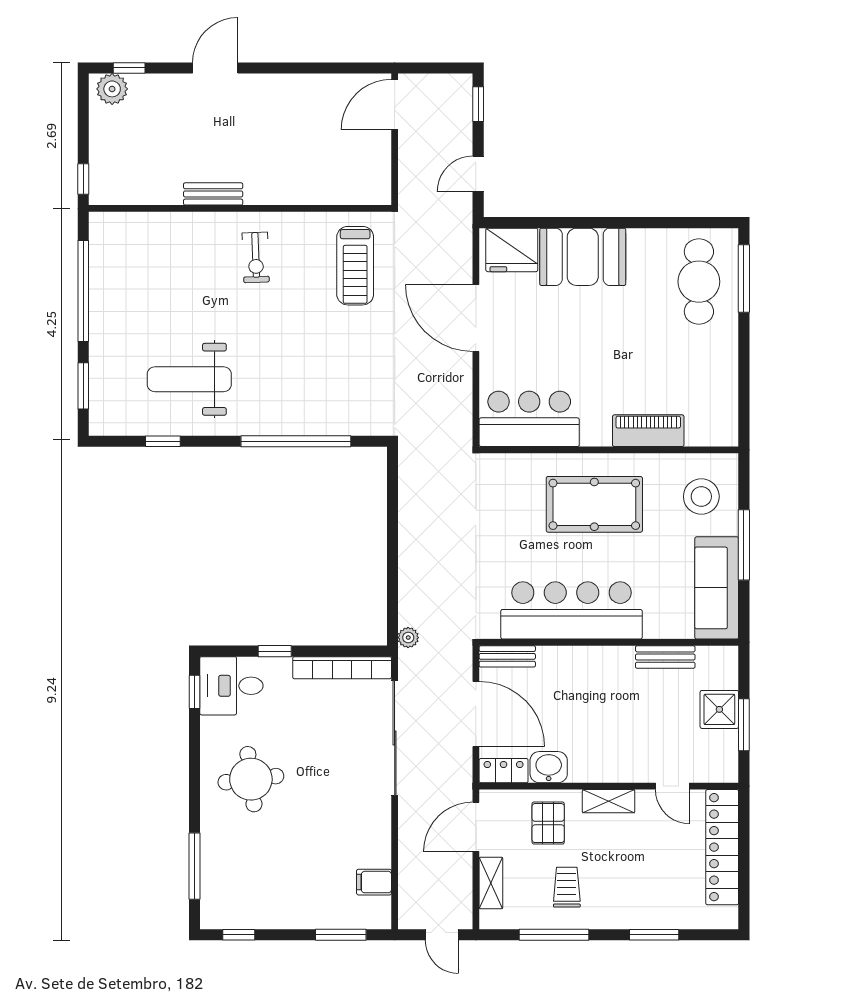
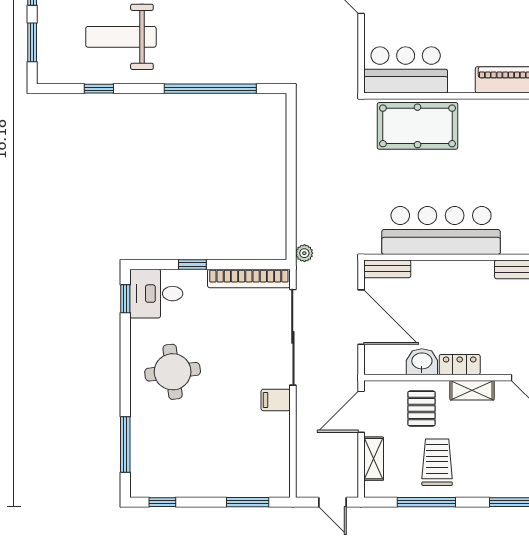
pool table: (594, 504) -> (417, 126), moved
locker: (504, 771) -> (460, 365), moved
filing cabinet: (374, 882) -> (276, 400), moved
trolley: (567, 887) -> (437, 462), width x1.36, depth x1.39

